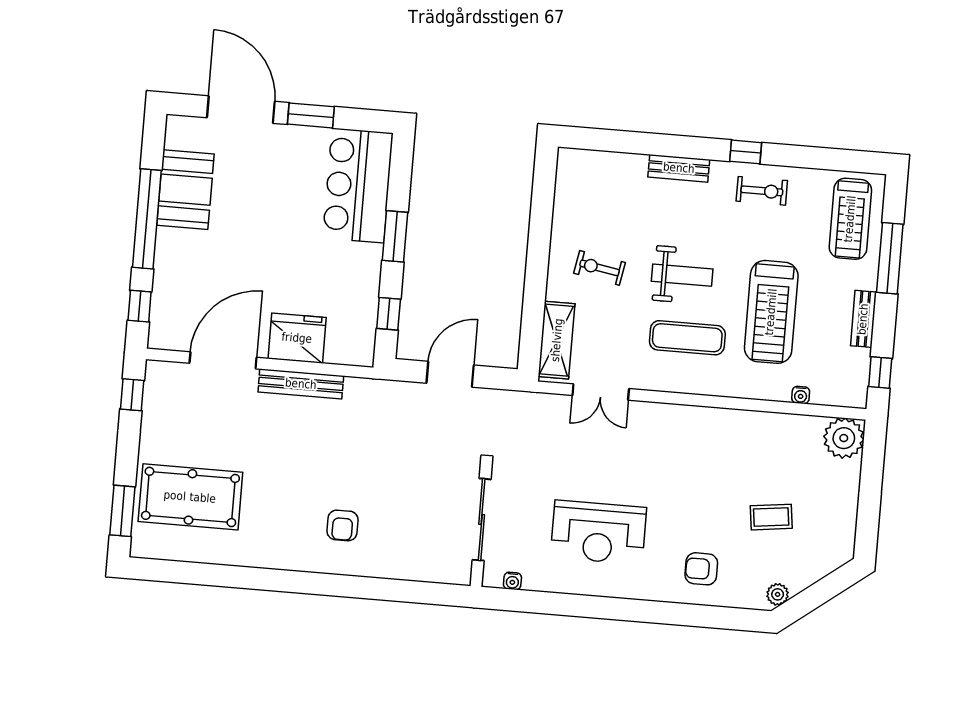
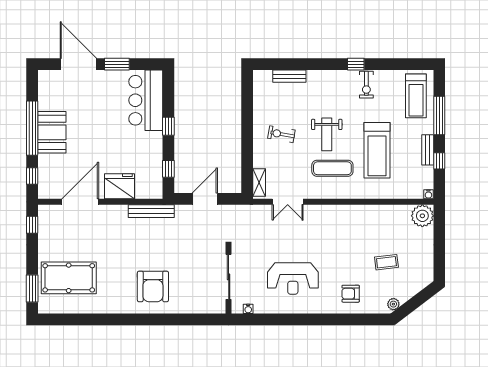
bench: (679, 168) -> (289, 76), moved
booth: (185, 190) -> (52, 132), moved
exercise bike: (762, 191) -> (366, 85), turned 90
window: (395, 236) -> (168, 126), width x0.67
weight bench: (682, 275) -> (327, 134), turned 90
shelving: (557, 340) -> (259, 182), width x0.67, depth x0.75
window: (880, 372) -> (439, 161), moved
bench: (301, 384) -> (151, 211), moved
water cooler: (801, 395) -> (428, 194), moved
armchair: (342, 525) -> (153, 286), width x1.88, depth x1.88

